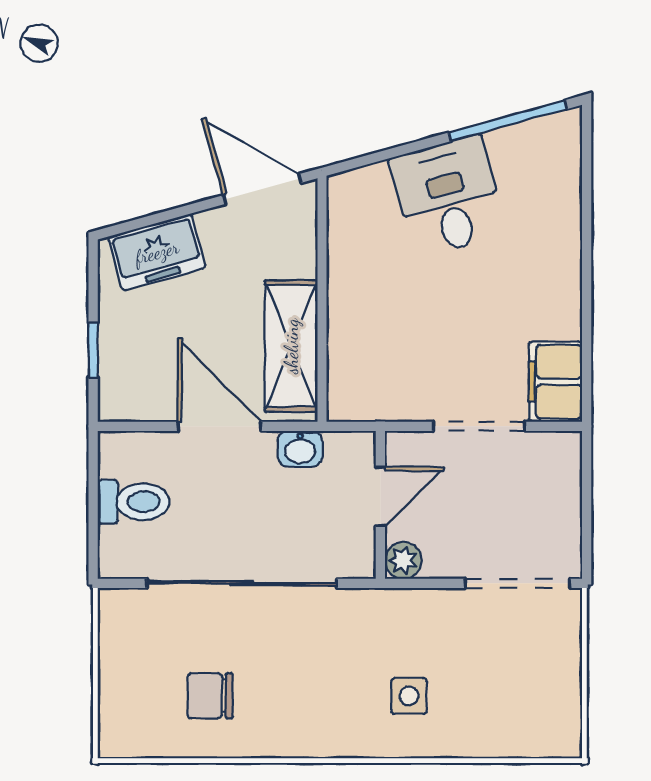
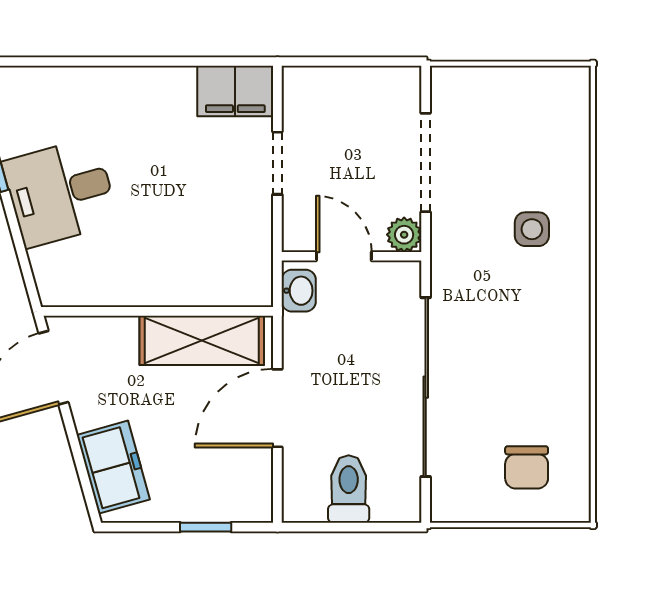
doorway: (479, 426) -> (277, 163), width x0.73
washbasin: (300, 449) -> (299, 291), moved
doorway: (517, 583) -> (426, 162), moved
chair: (210, 696) -> (527, 467), moved

